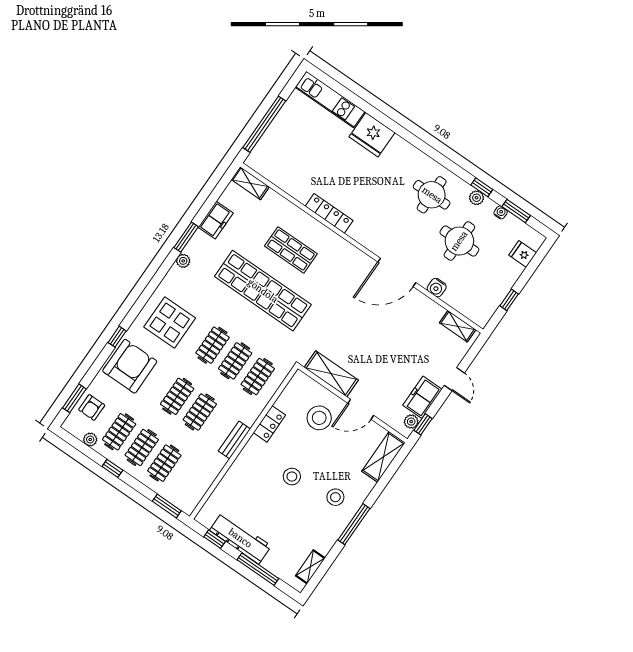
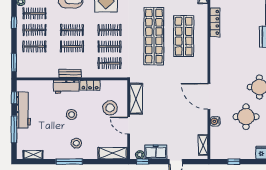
locker: (329, 213) -> (215, 22), moved
shop shelf: (291, 250) -> (184, 36), width x1.43, depth x1.36
workbench: (249, 457) -> (66, 87), added

